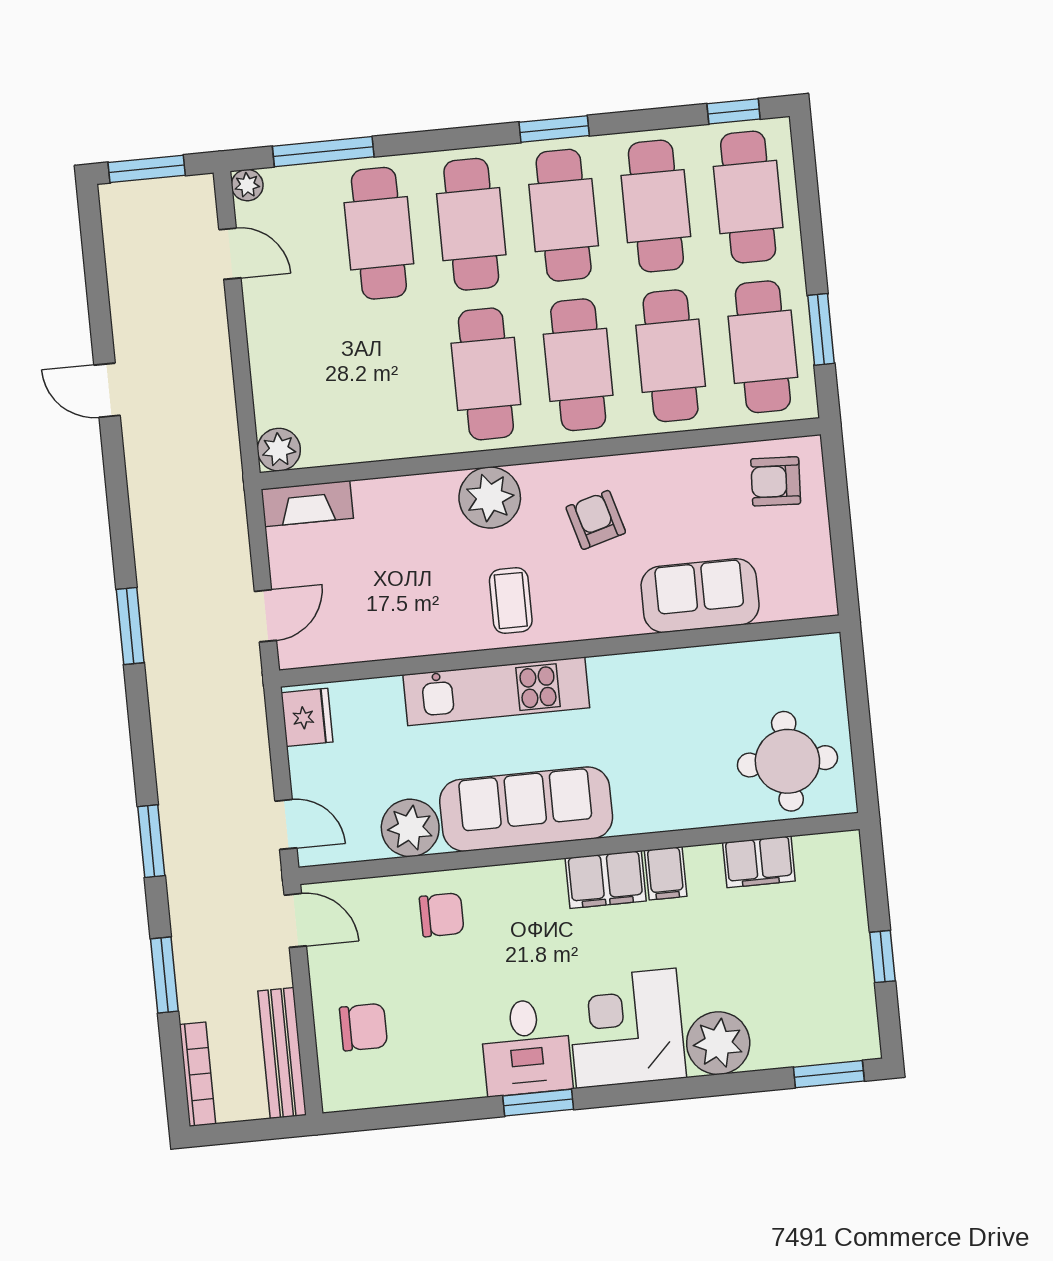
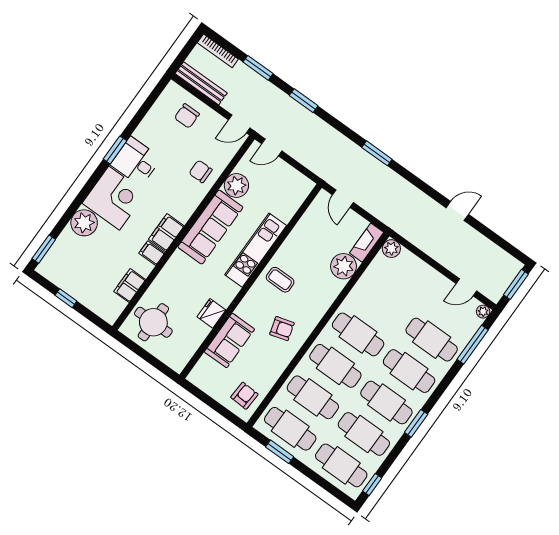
plant: (490, 498) -> (344, 266), moved
fridge: (307, 717) -> (211, 313), moved, turned 90
chair: (442, 915) -> (201, 171), turned 90

